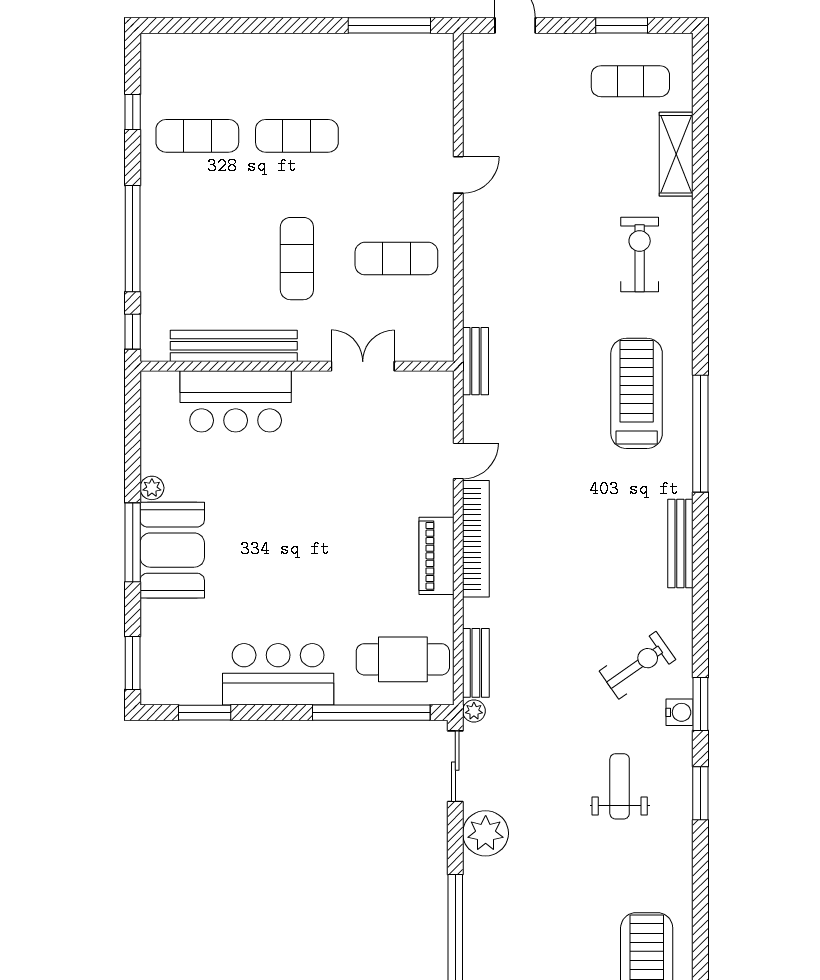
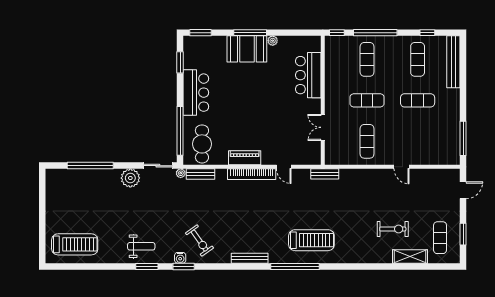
exercise mat: (297, 136) -> (418, 100), turned 90
exercise bike: (640, 254) -> (393, 229), moved
exercise mat: (197, 259) -> (367, 59), added
bench: (234, 346) -> (453, 62), moved
double door: (363, 366) -> (323, 127), swing flipped
weight bench: (620, 786) -> (141, 246), moved

